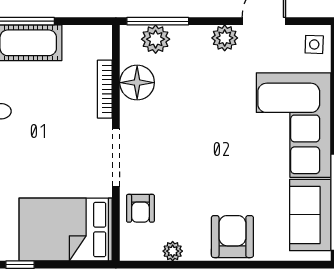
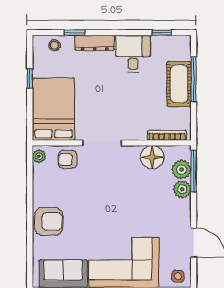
plant: (225, 38) -> (182, 189), moved
bookcase: (105, 89) -> (167, 135), moved
plant: (173, 251) -> (39, 156), moved

